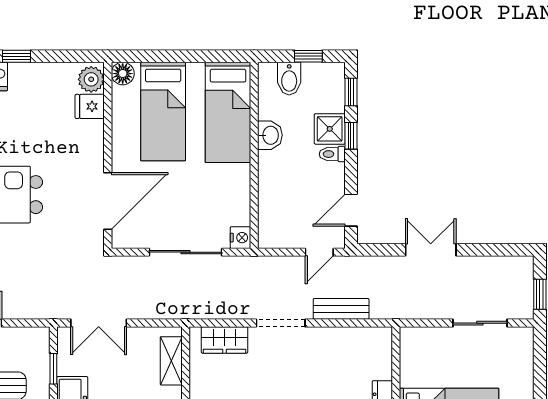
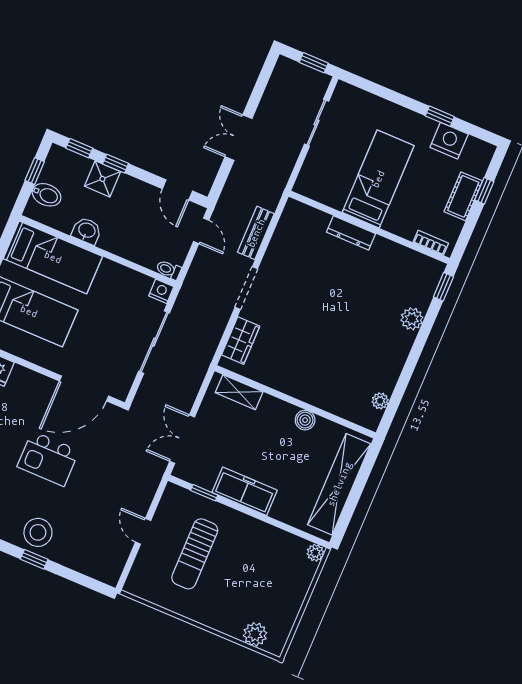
toilet: (332, 154) -> (169, 270), moved, turned 90
door: (108, 201) -> (84, 388), swing flipped
double door: (99, 323) -> (182, 439), swing flipped

